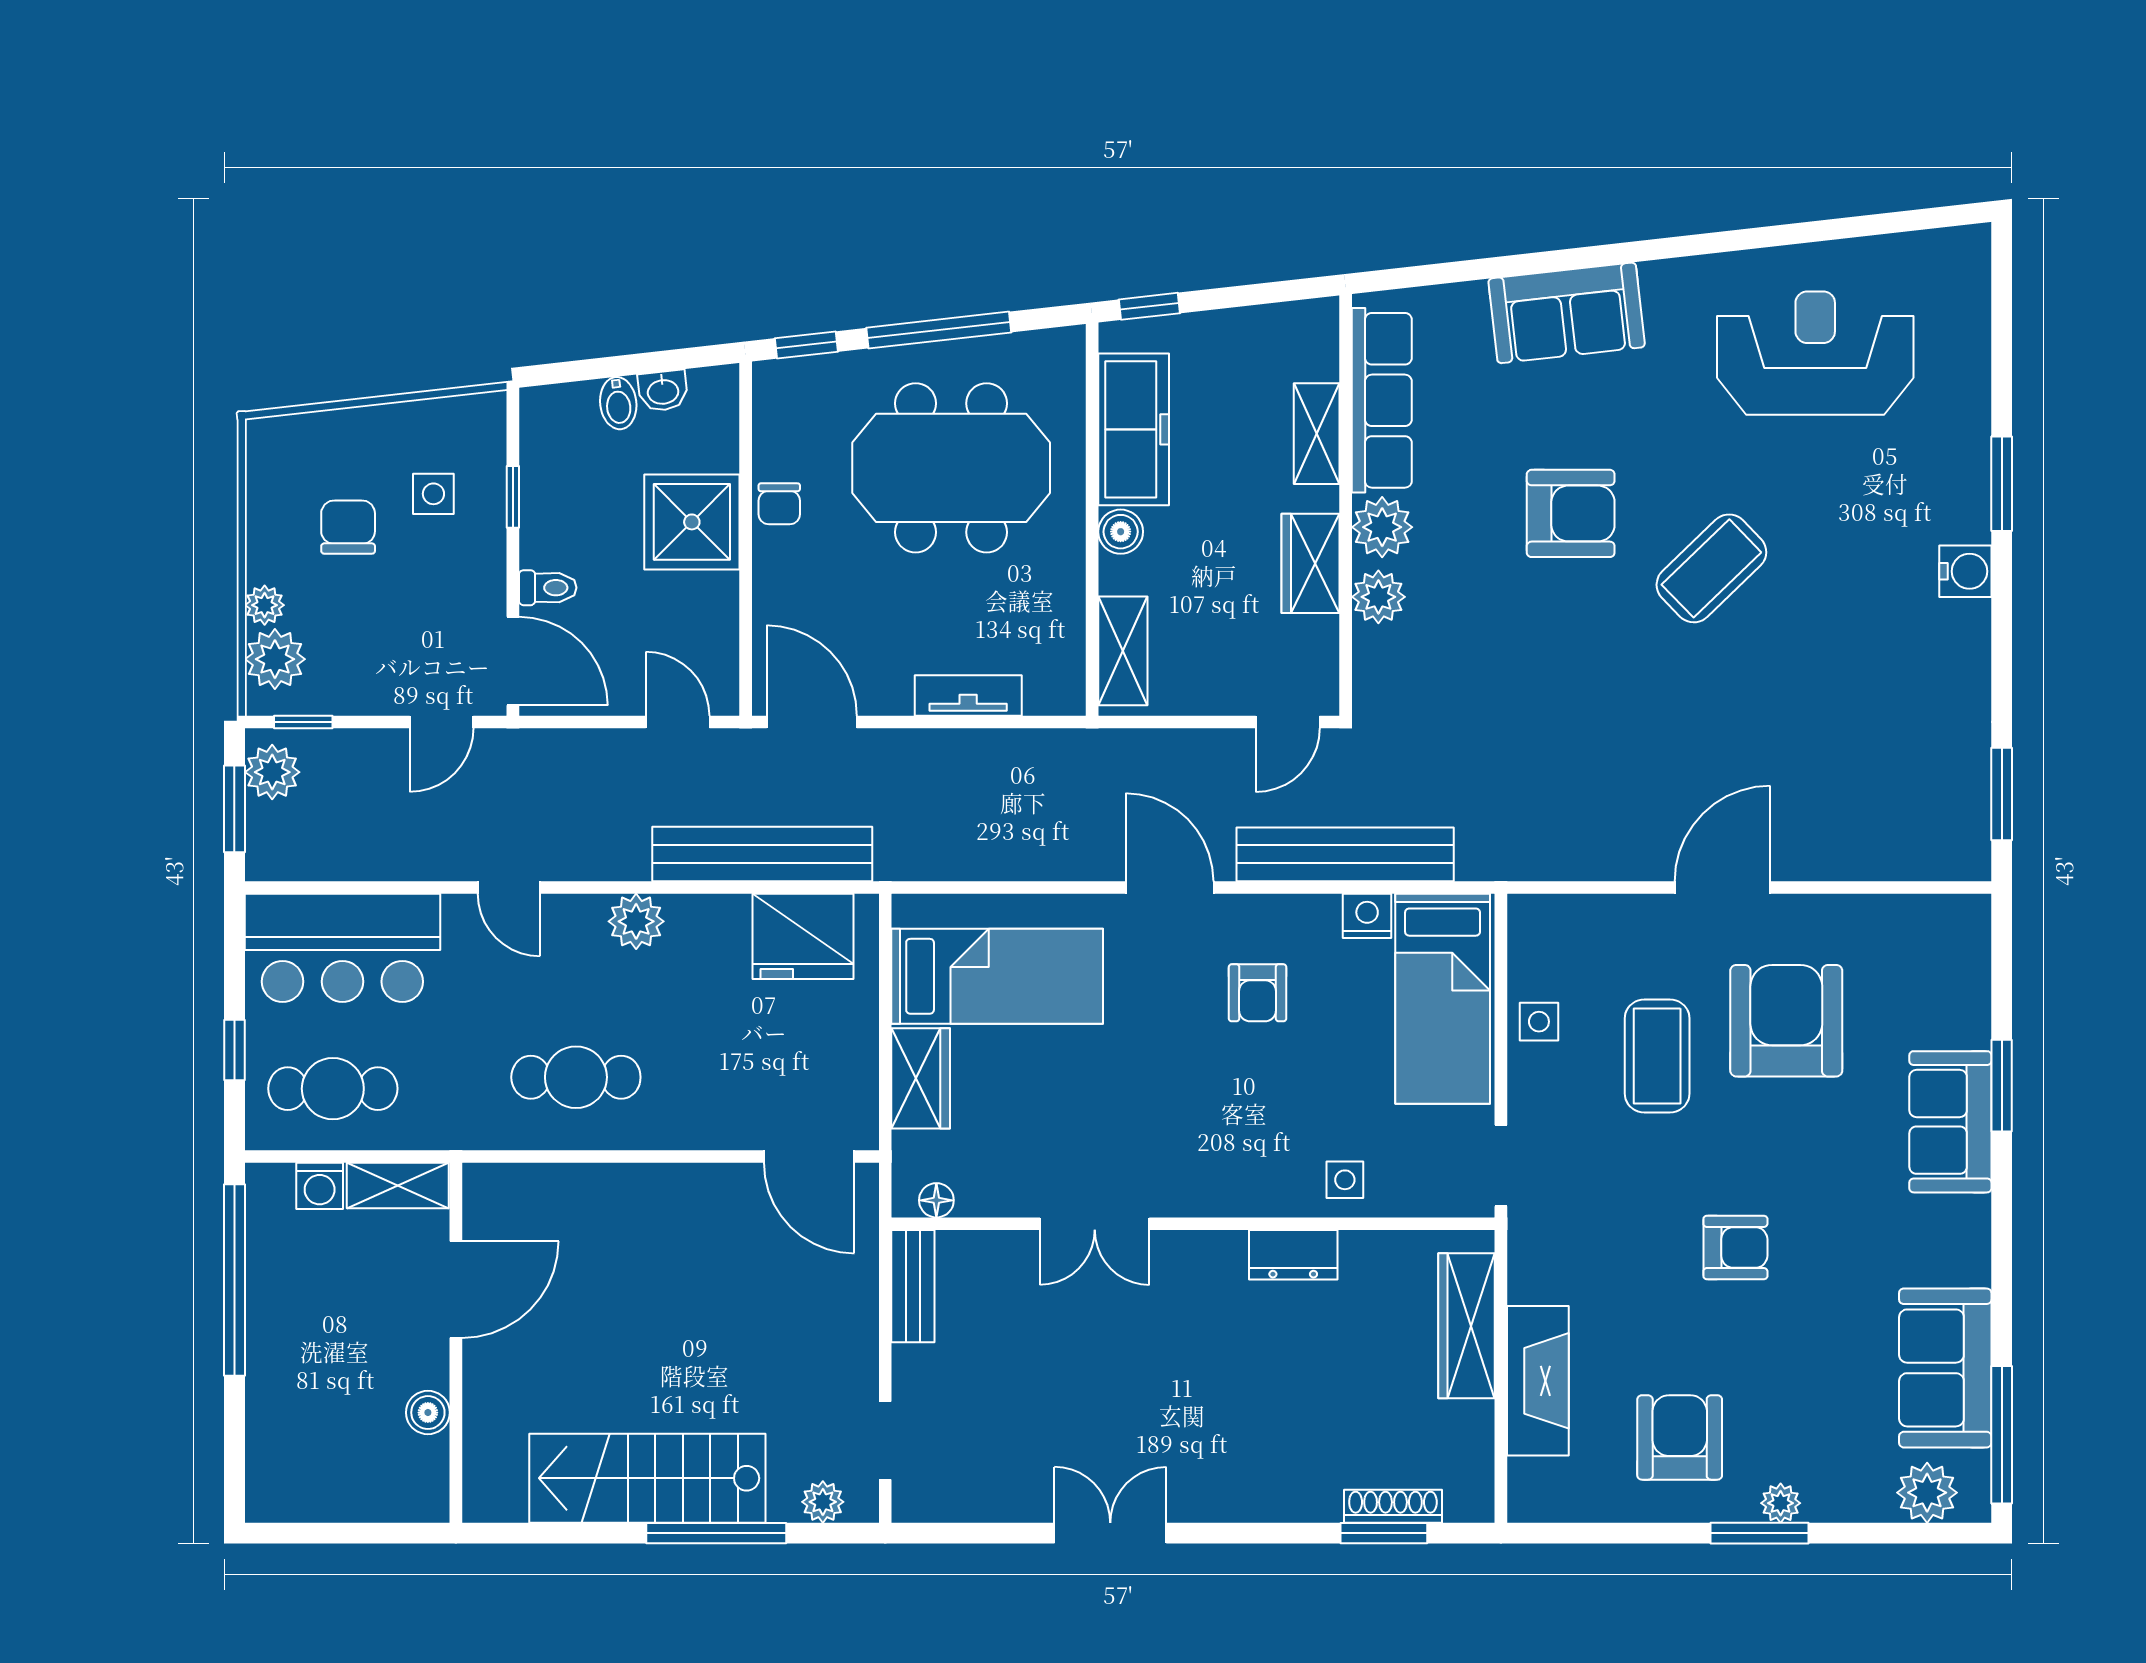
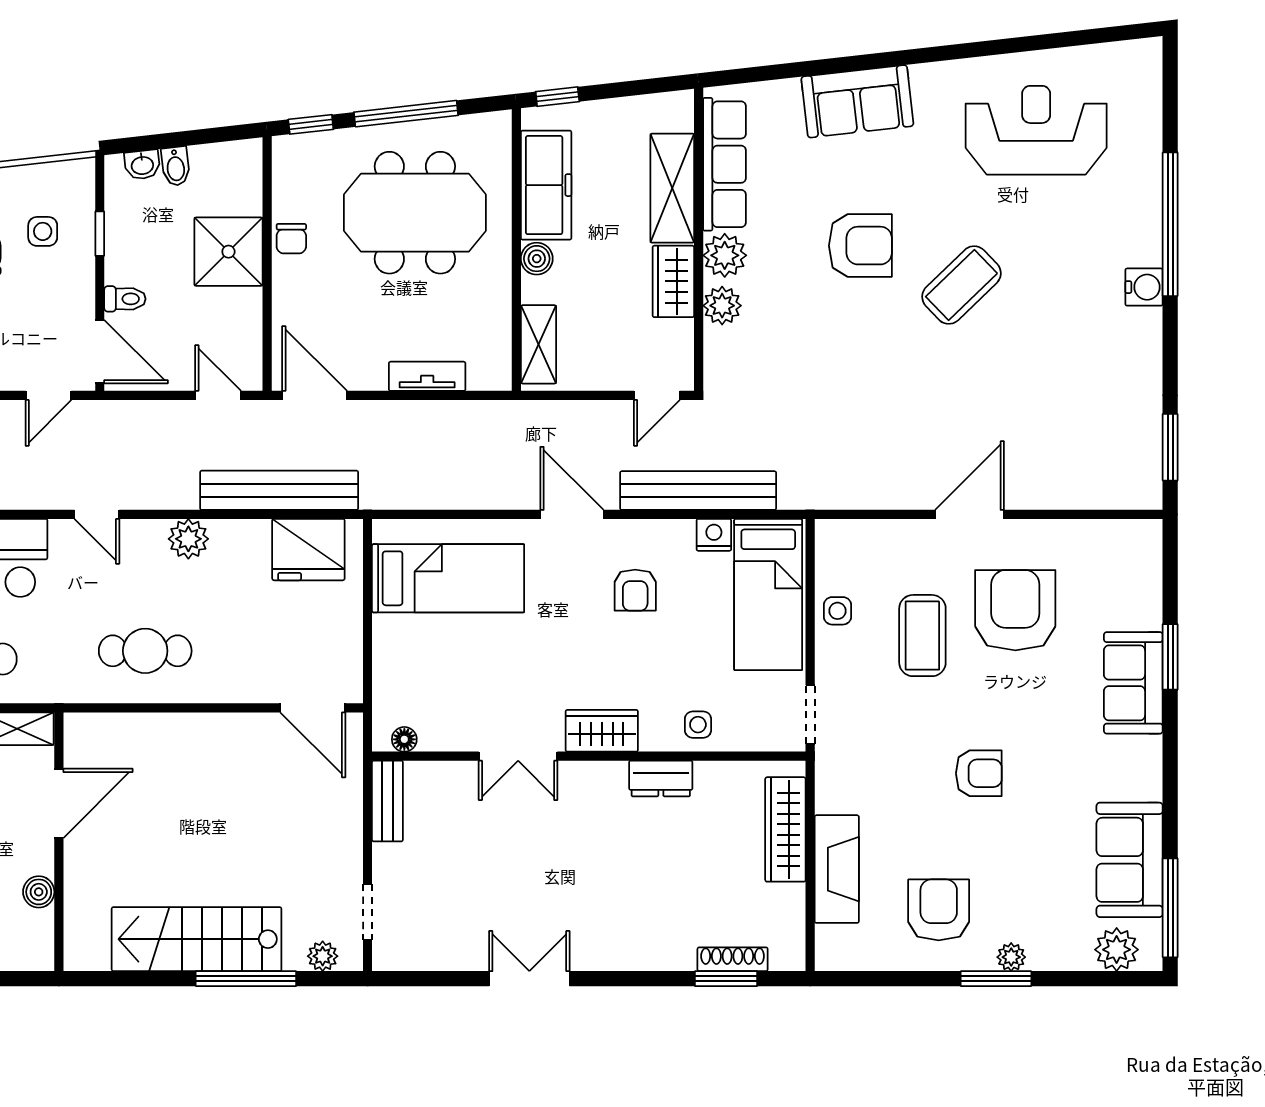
washbasin: (663, 391) -> (142, 165), moved
shelving: (1317, 434) -> (672, 188), width x1.50, depth x1.33
window: (2002, 484) -> (1170, 224), width x2.11
wardrobe: (921, 1078) -> (602, 731), moved, turned -90

